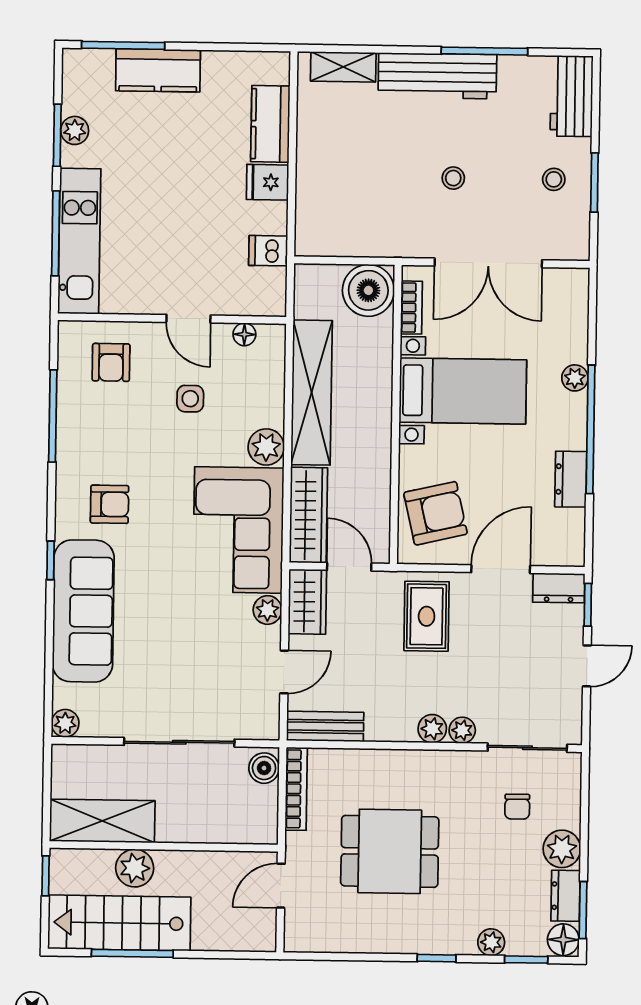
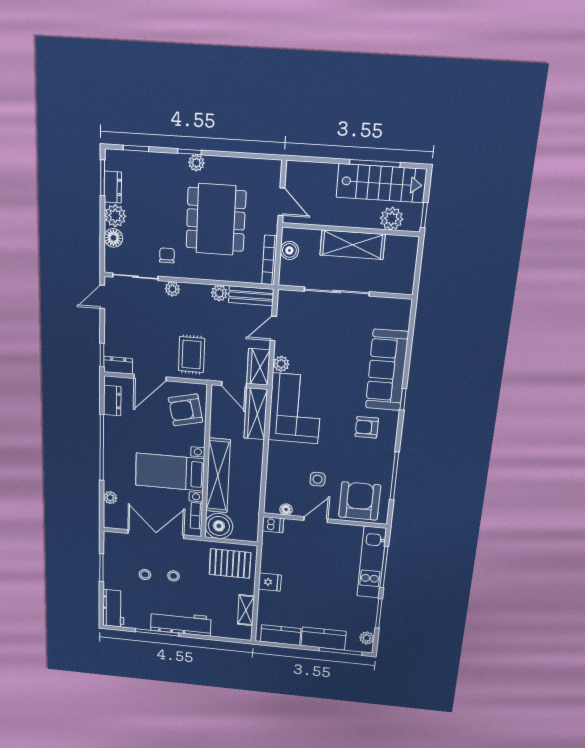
shelving: (343, 67) -> (246, 610), moved, turned 90
kitchen counter: (270, 124) -> (281, 635), moved, turned -90
plant: (75, 130) -> (367, 638), moved
stool: (554, 179) -> (145, 575), moved
pallet: (345, 214) -> (230, 564), added
dishwasher: (268, 251) -> (273, 525), moved
door: (188, 319) -> (316, 520), hinge flipped
armchair: (111, 362) -> (360, 501), width x1.88, depth x1.88
plant: (575, 378) -> (110, 498), moved
shelving: (312, 393) -> (218, 476), moved
plant: (266, 447) -> (277, 451), removed
dresser: (571, 479) -> (112, 401), moved
door: (587, 666) -> (102, 297), moved
plant: (65, 723) -> (403, 307), removed
plant: (432, 729) -> (219, 293), moved
boiler: (264, 768) -> (289, 250), moved
chair: (517, 807) -> (167, 255), moved
shelving: (102, 821) -> (352, 245), moved
dining table: (390, 851) -> (216, 219), width x1.38
plant: (135, 868) -> (392, 219), moved
door: (281, 886) -> (282, 202), hinge flipped
floor lamp: (563, 940) -> (113, 238), moved
plant: (491, 942) -> (196, 163), moved

